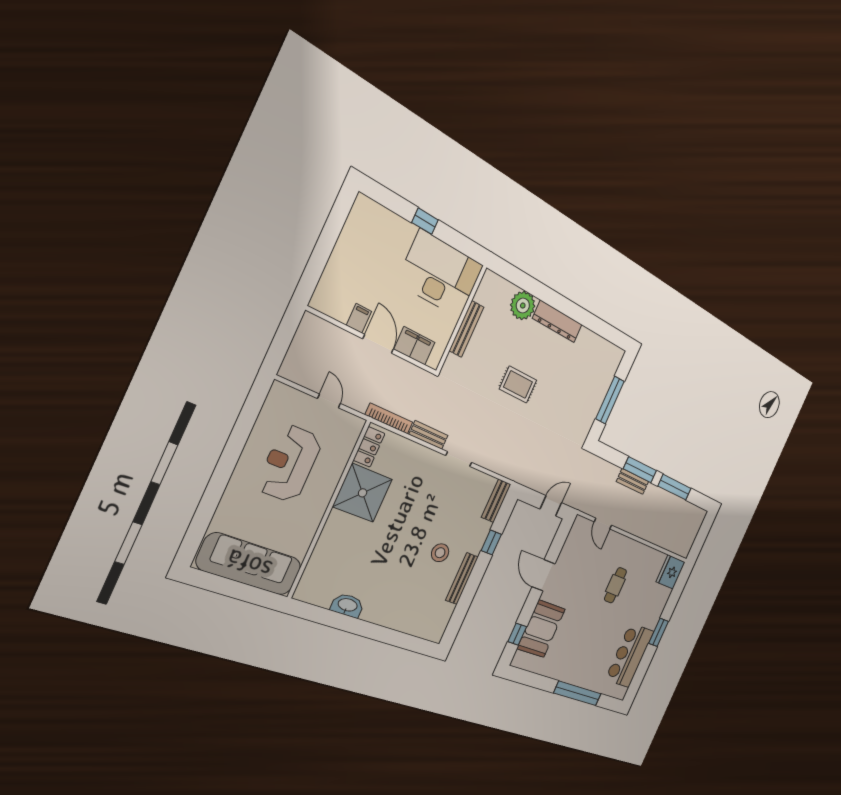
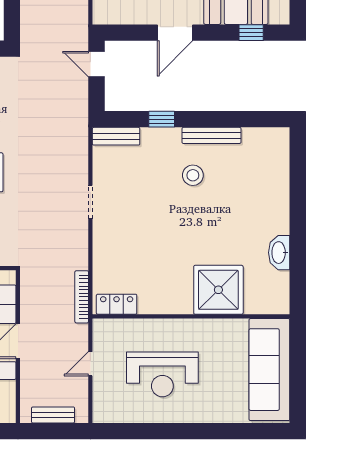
bench: (429, 435) -> (53, 415), moved, turned 90
shower: (363, 493) -> (218, 290), moved

